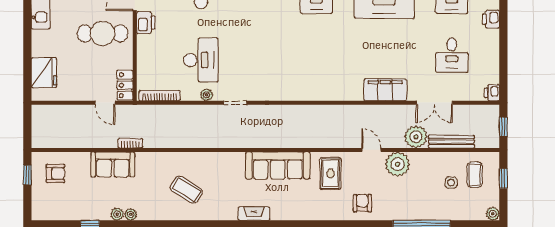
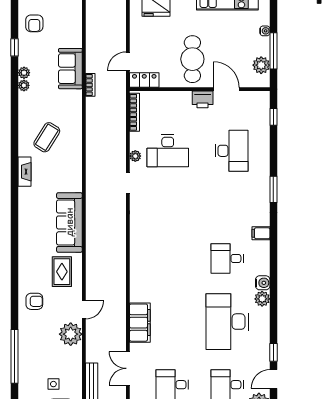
plant: (416, 137) -> (96, 351), removed
armchair: (55, 173) -> (34, 23), moved
rug: (330, 174) -> (62, 272), turned 90
fireplace: (254, 214) -> (24, 172), moved

